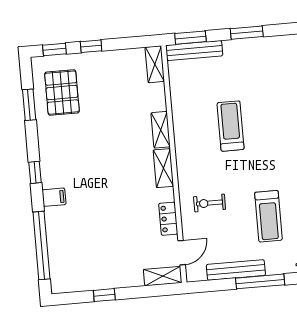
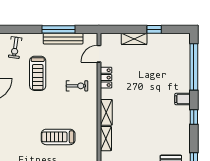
treadmill: (231, 126) -> (58, 137), turned 90
treadmill: (268, 216) -> (38, 73), turned 180
shelving: (163, 276) -> (134, 39), moved
window: (260, 281) -> (58, 29), moved

